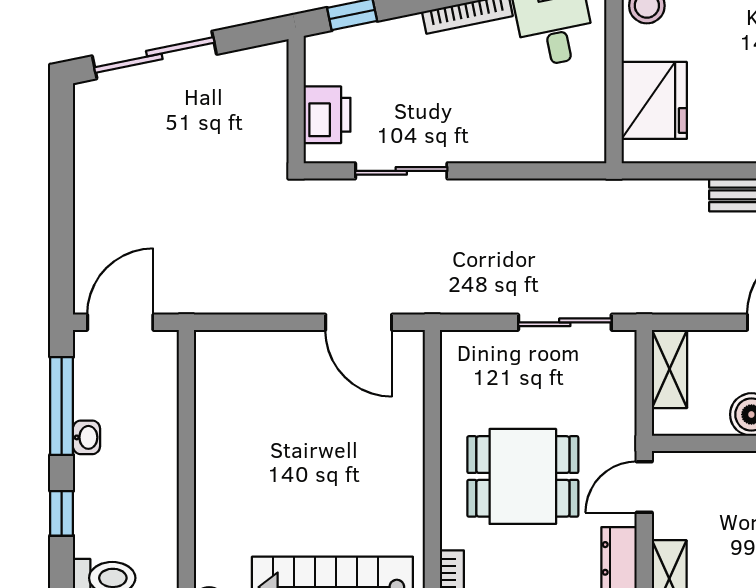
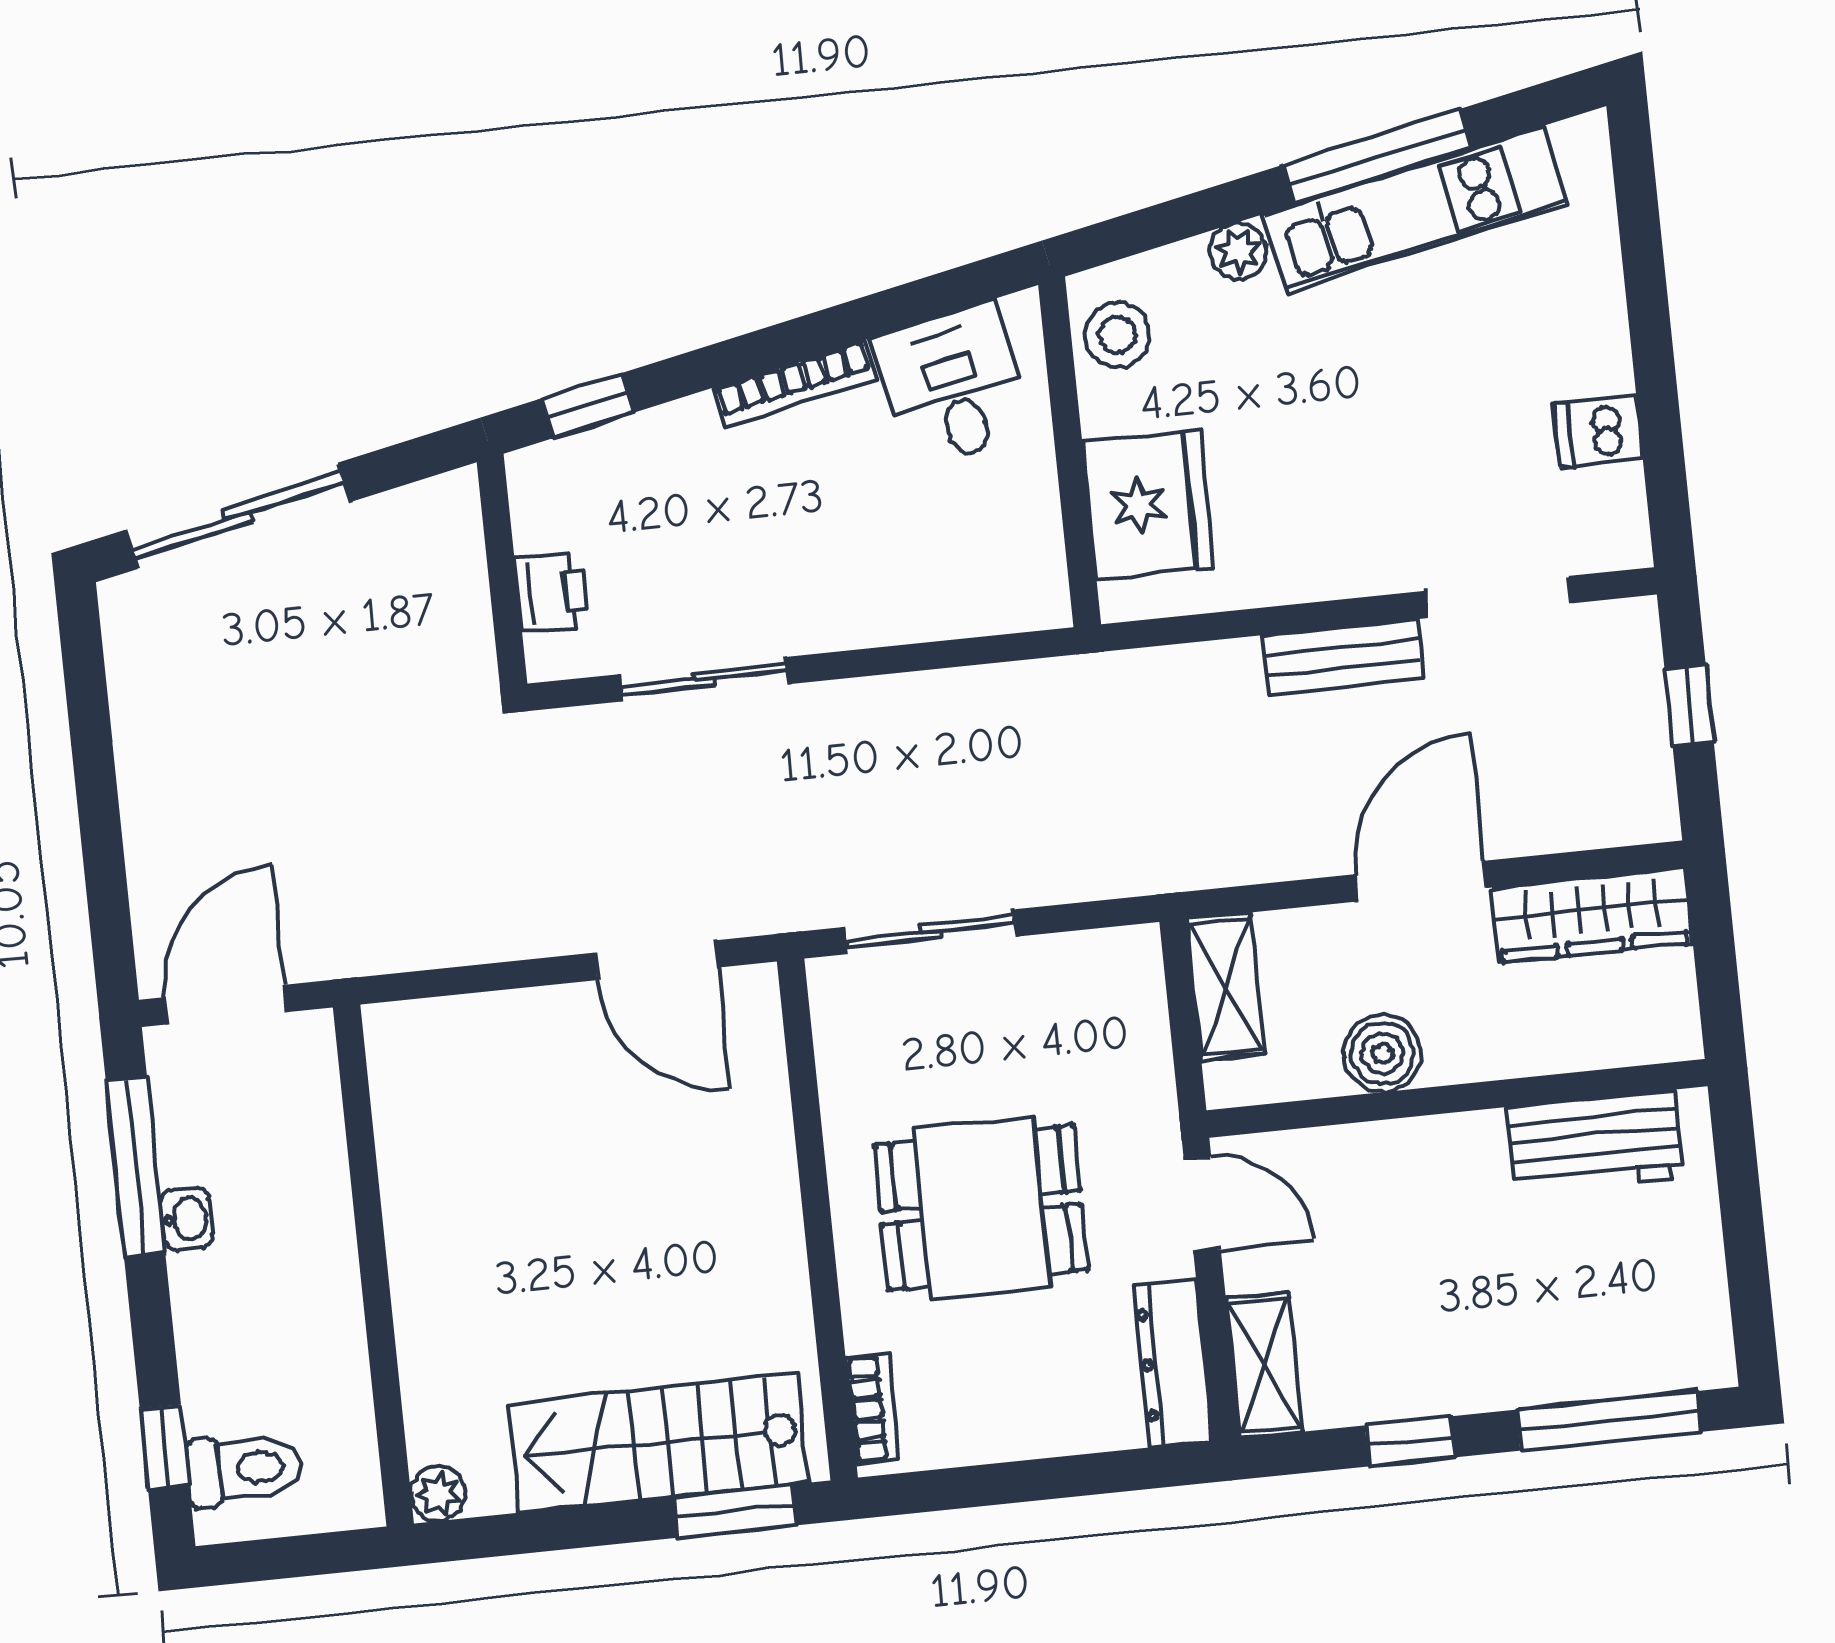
printer: (327, 115) -> (552, 592), width x0.73, depth x0.81
sliding door: (565, 322) -> (931, 932), moved
door: (644, 487) -> (1202, 1204), swing flipped
window: (62, 513) -> (164, 1447), moved

